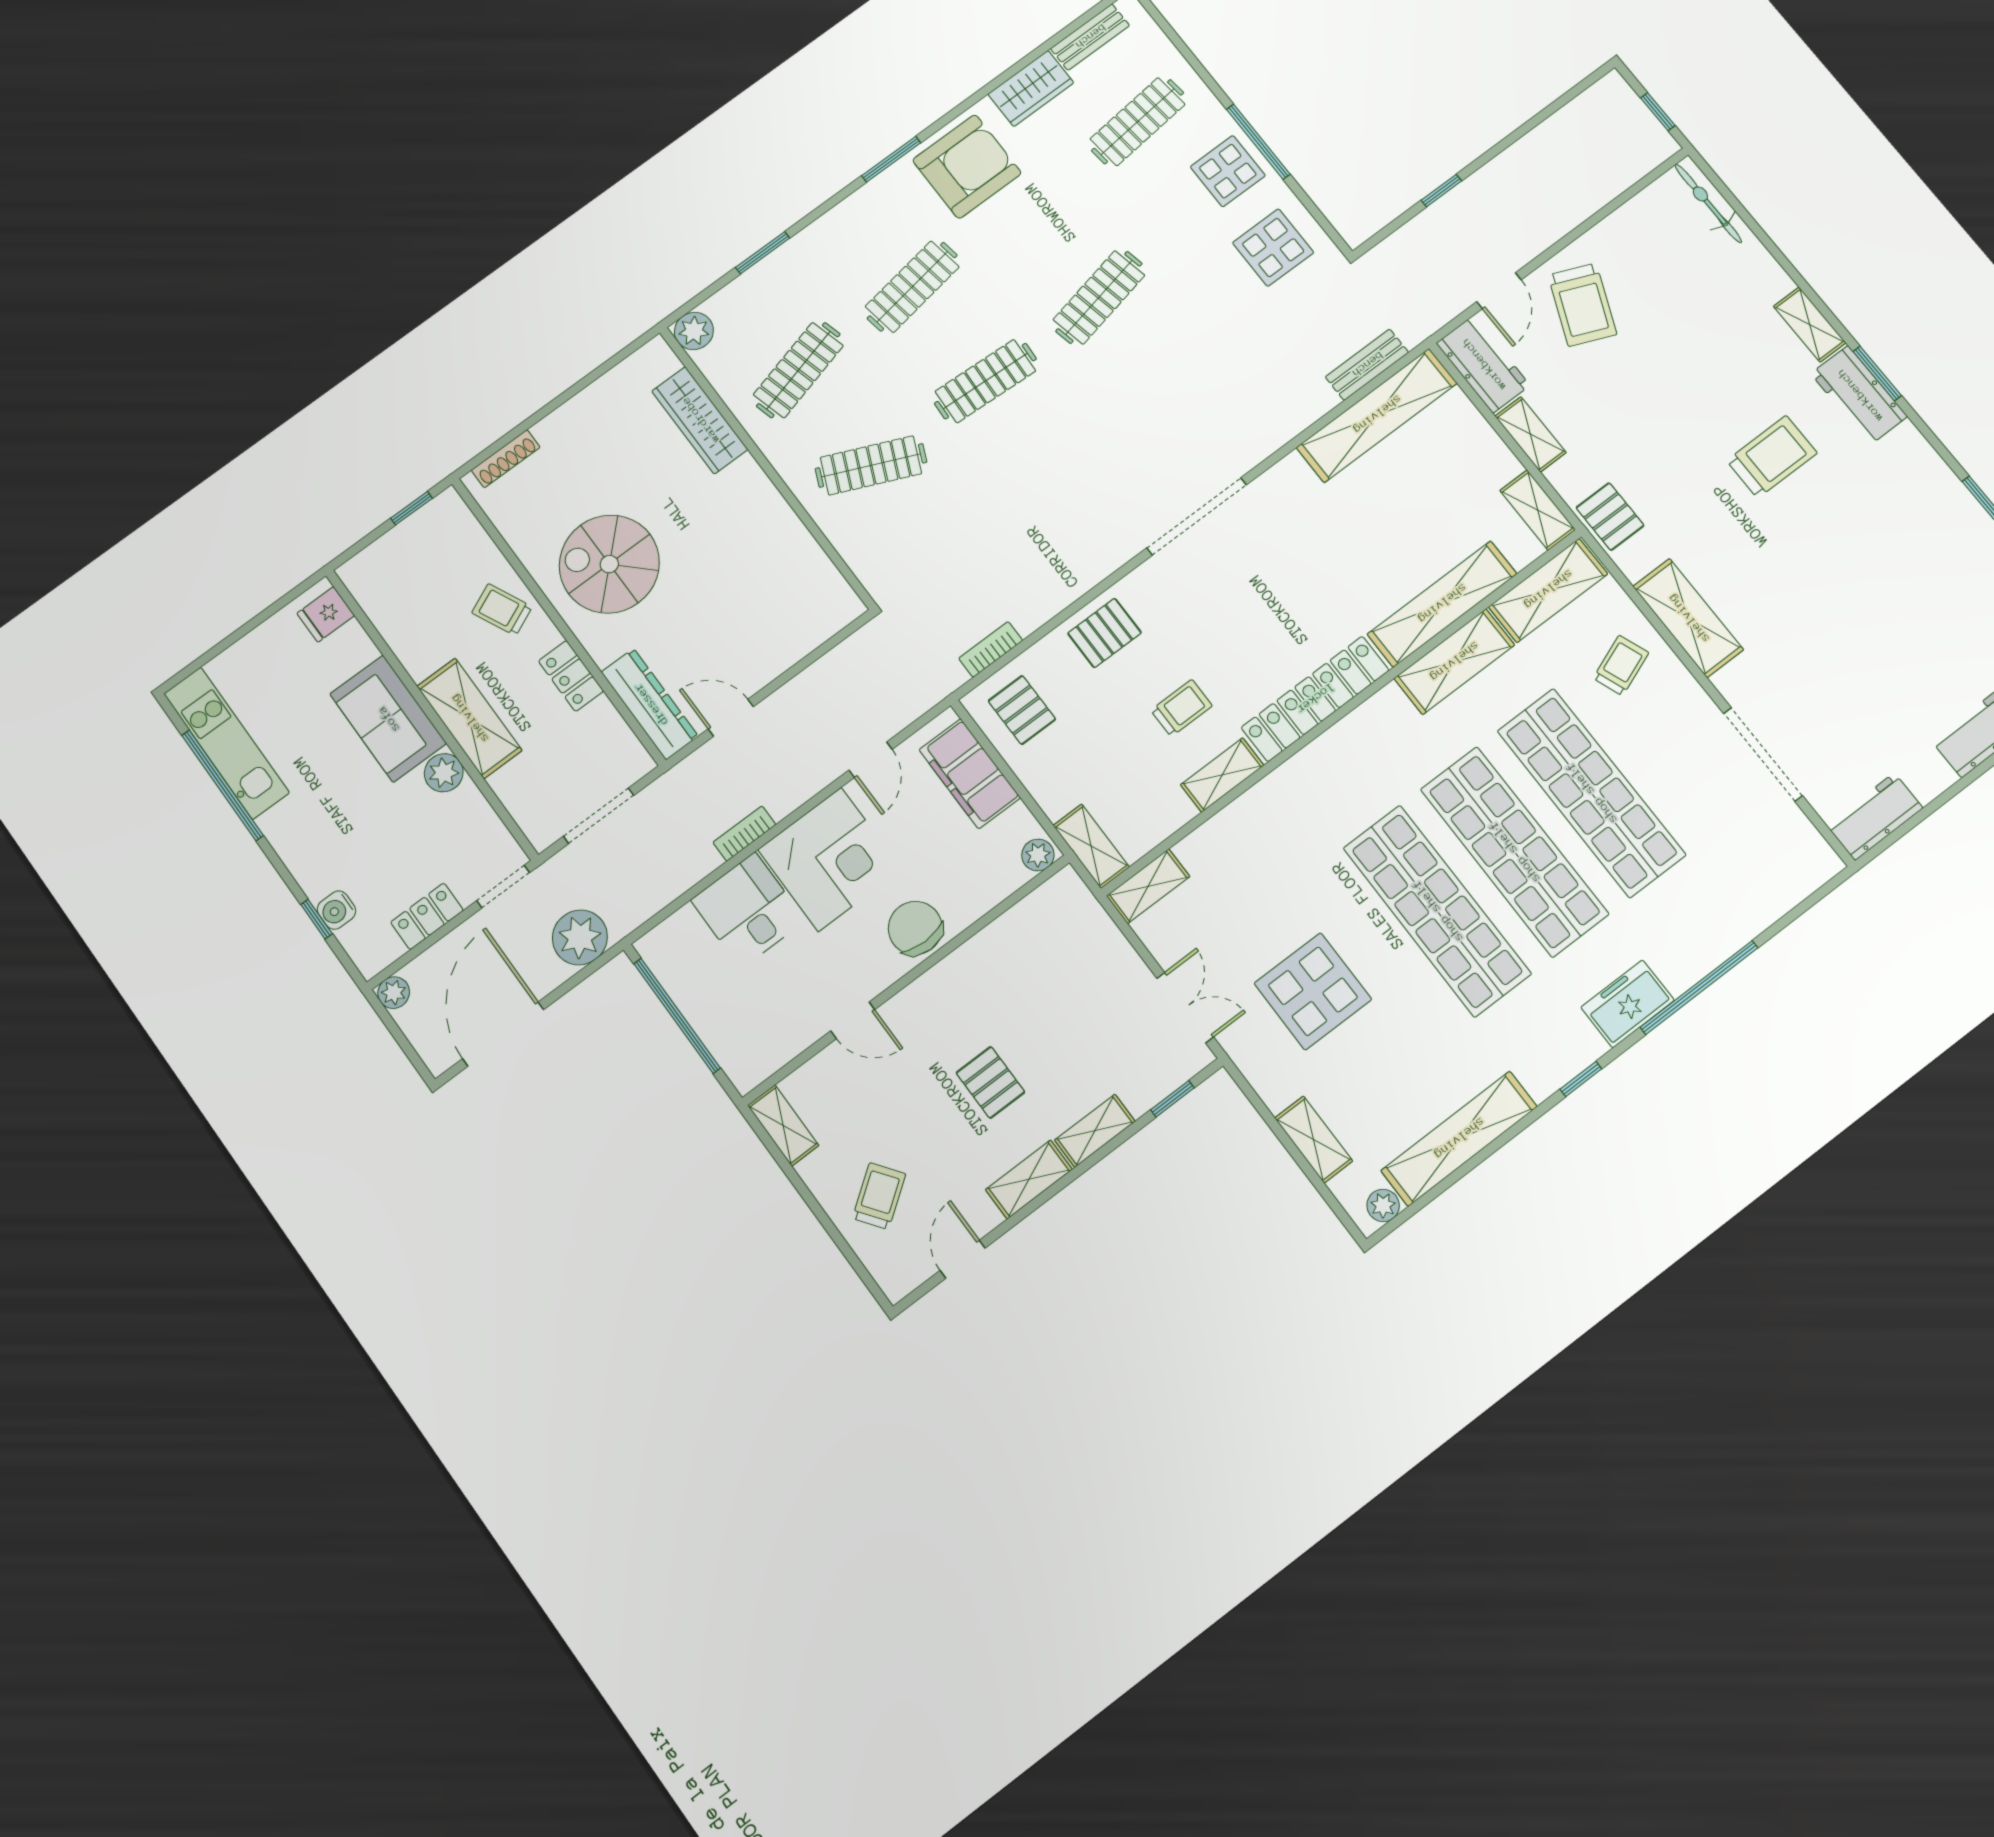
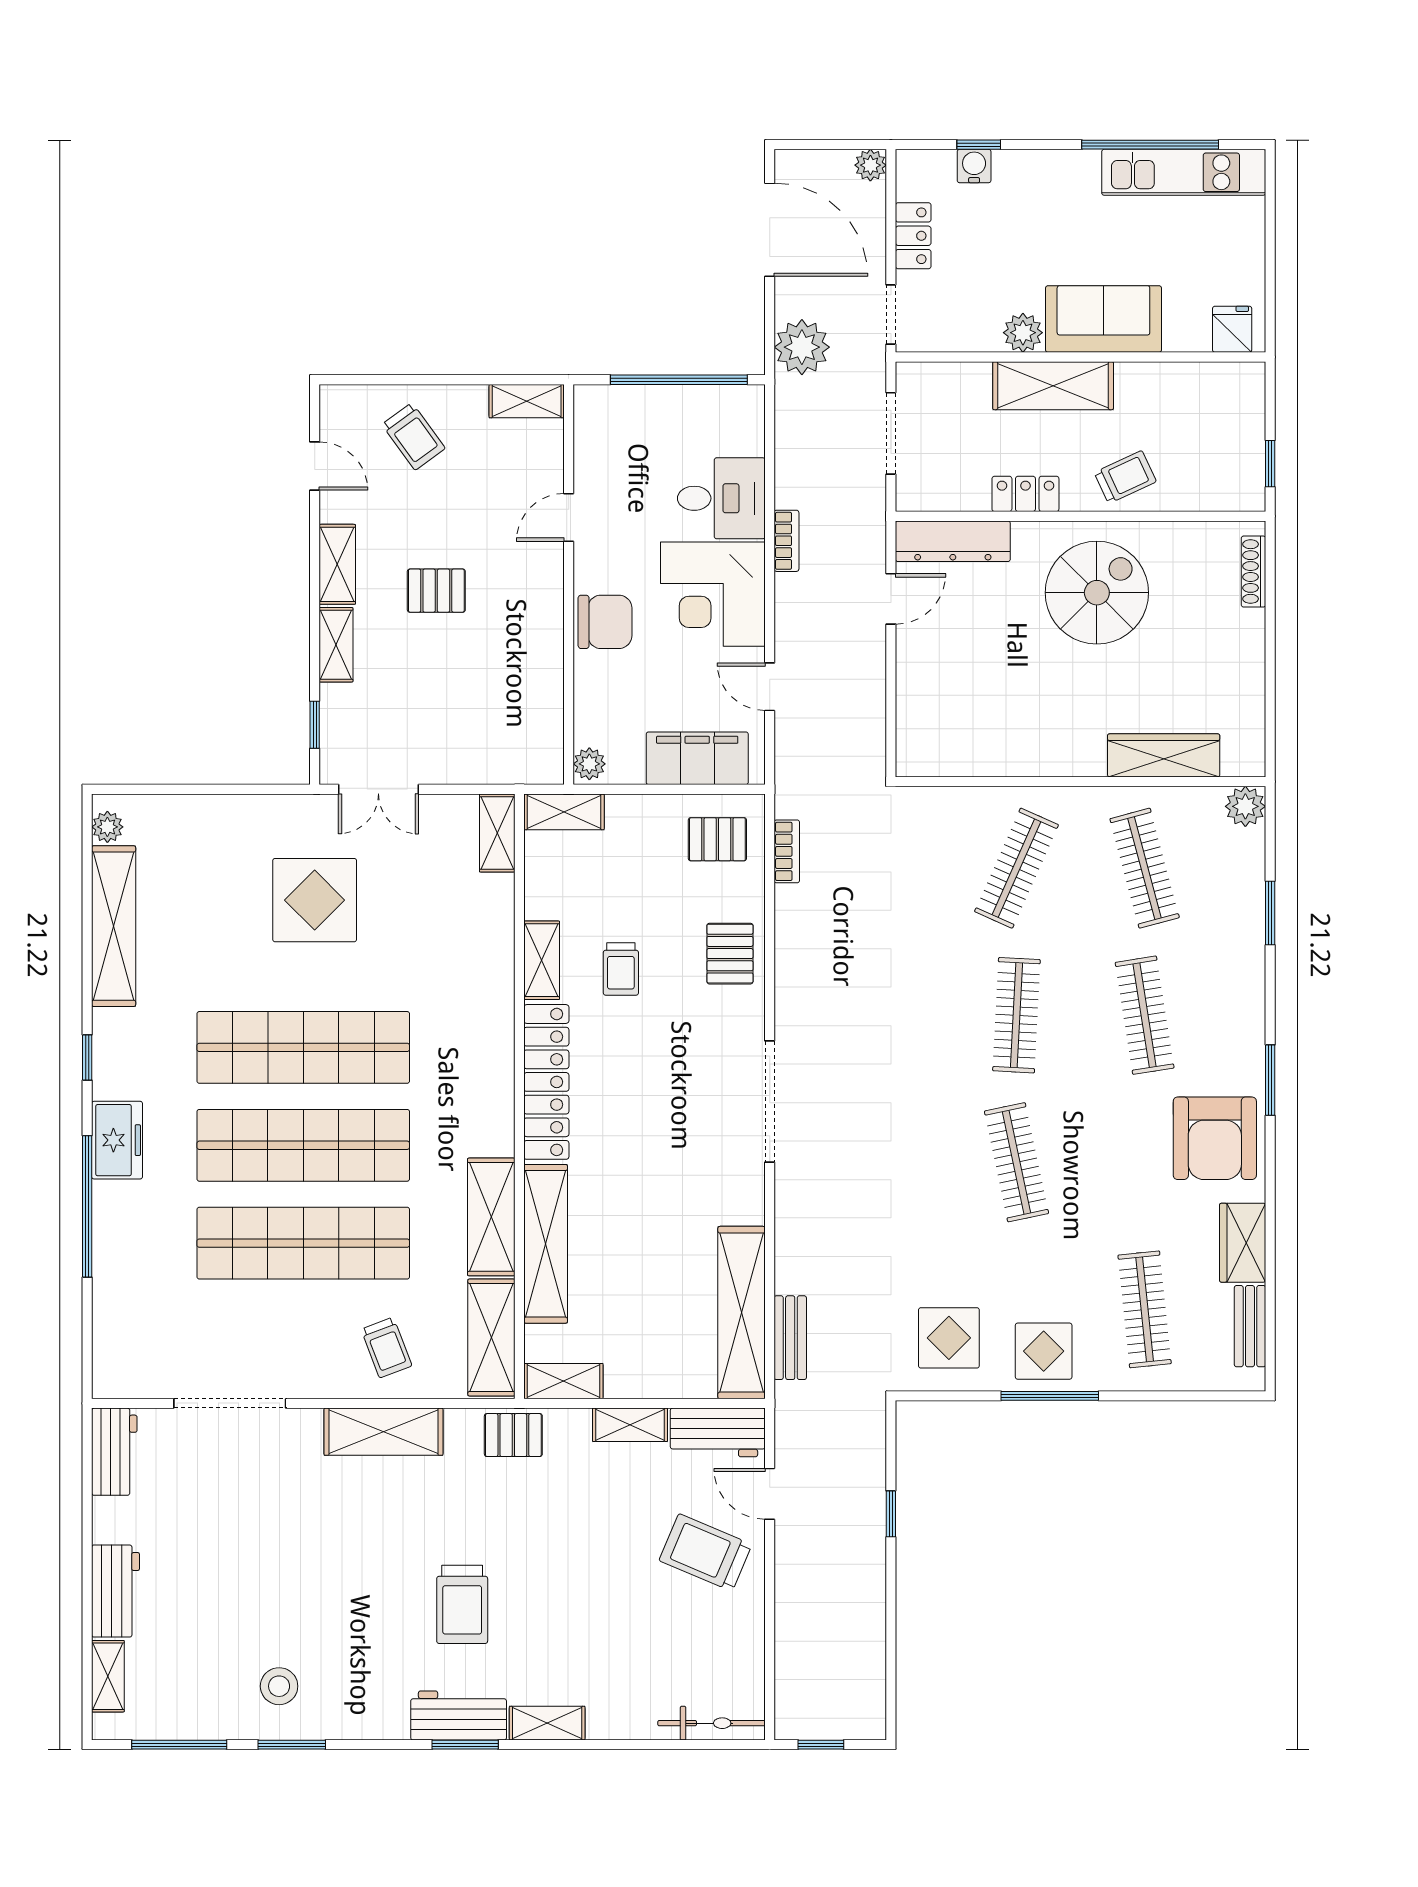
stool: (1950, 548) -> (279, 1686), added
shelving: (1314, 1140) -> (199, 812), removed

